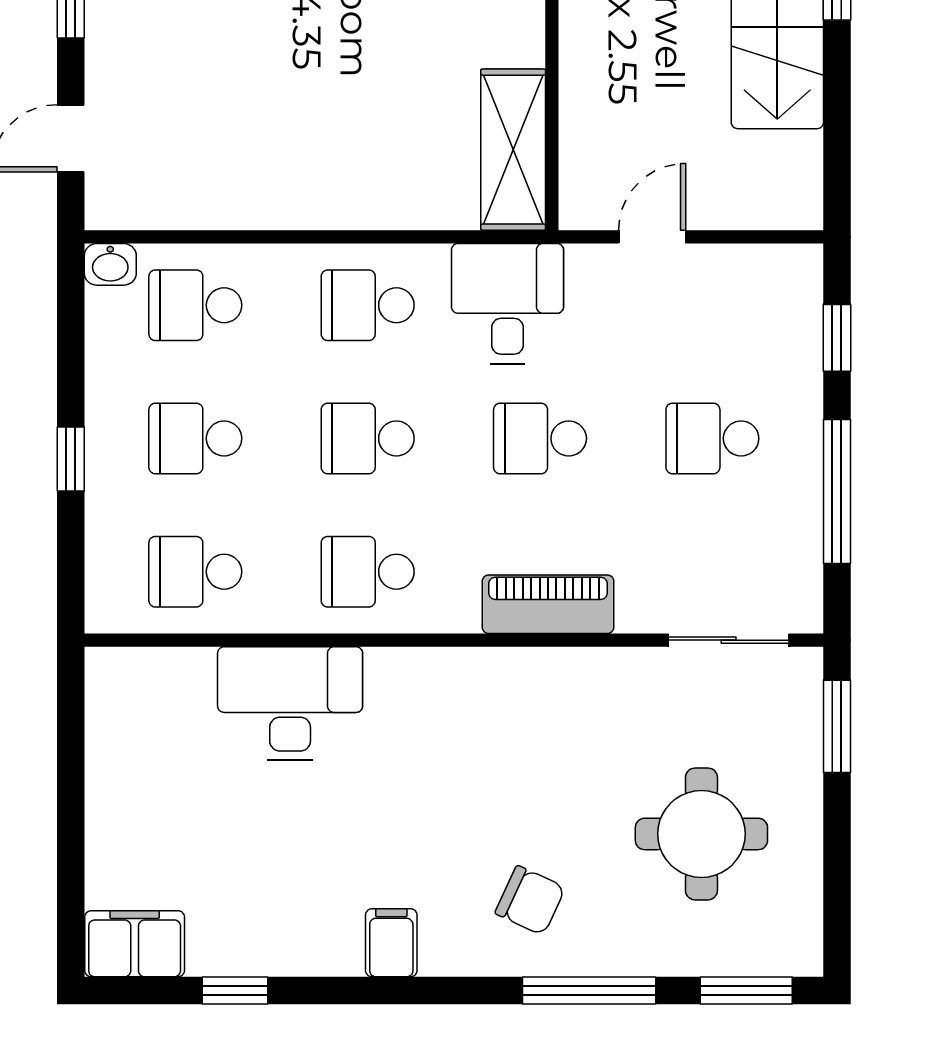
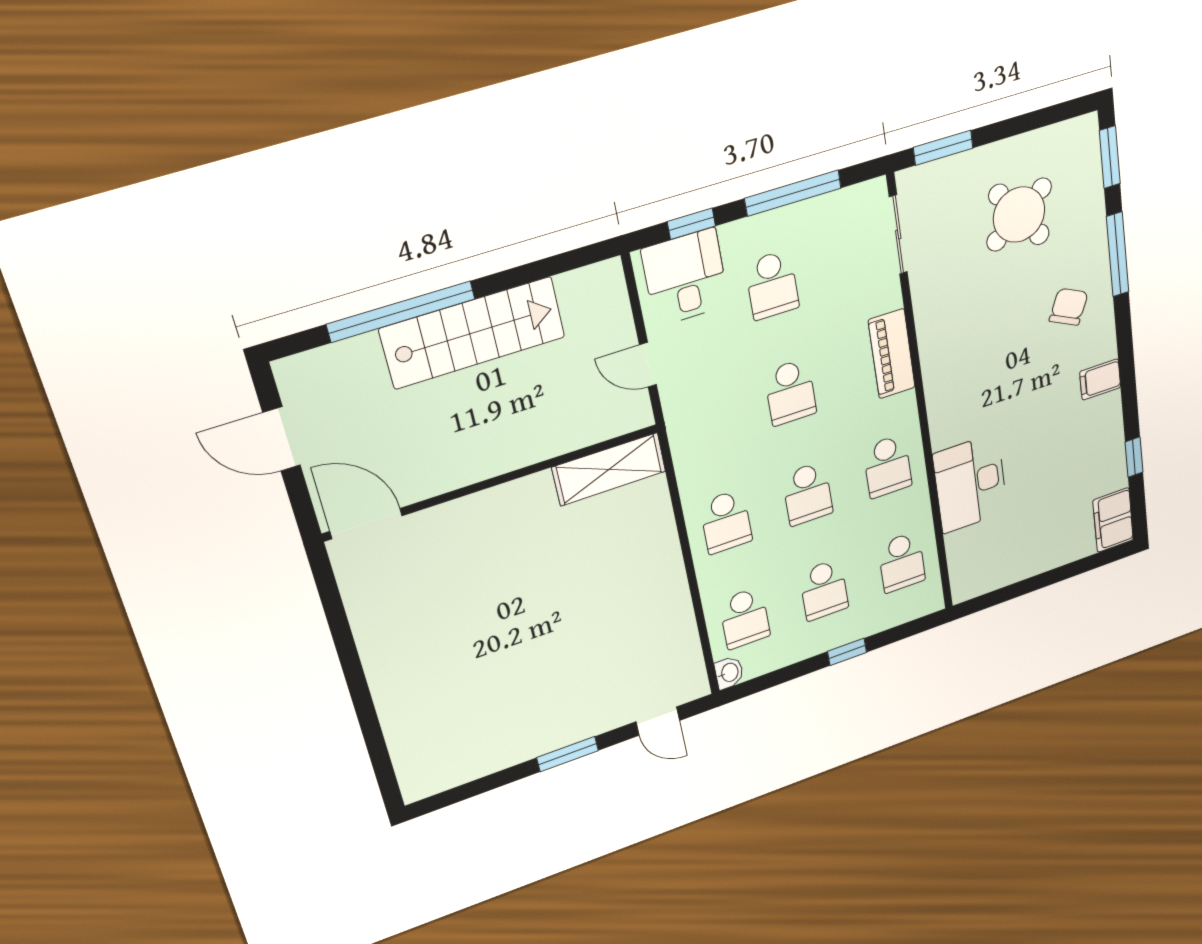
desk: (507, 304) -> (685, 277), moved, turned 90
round table: (701, 834) -> (1019, 215), turned -36

